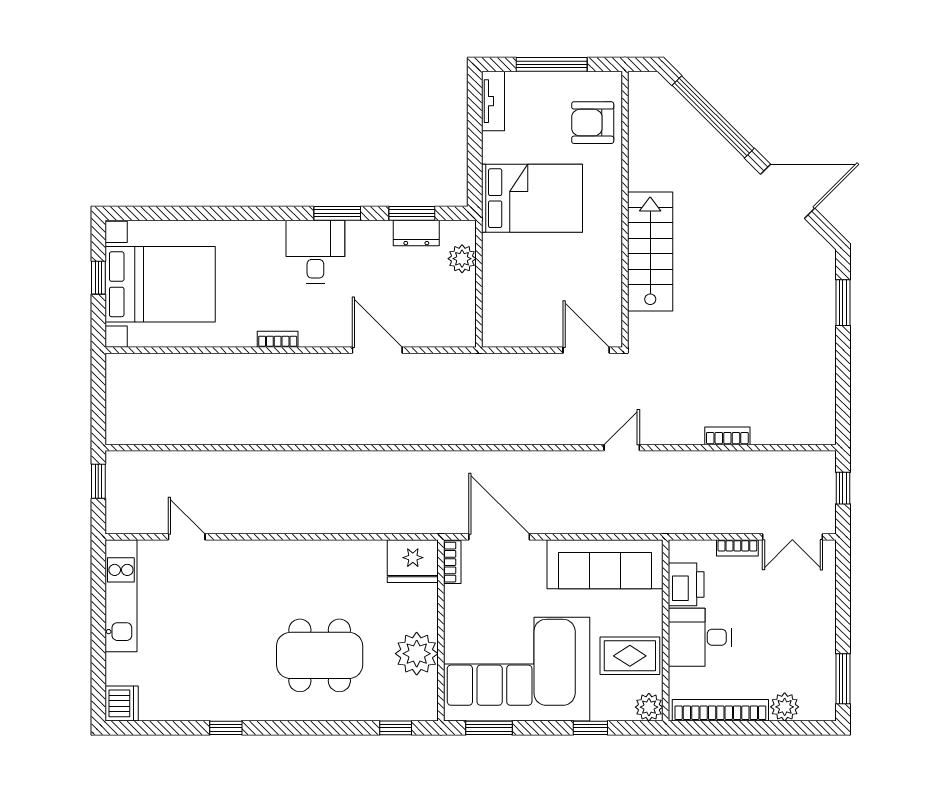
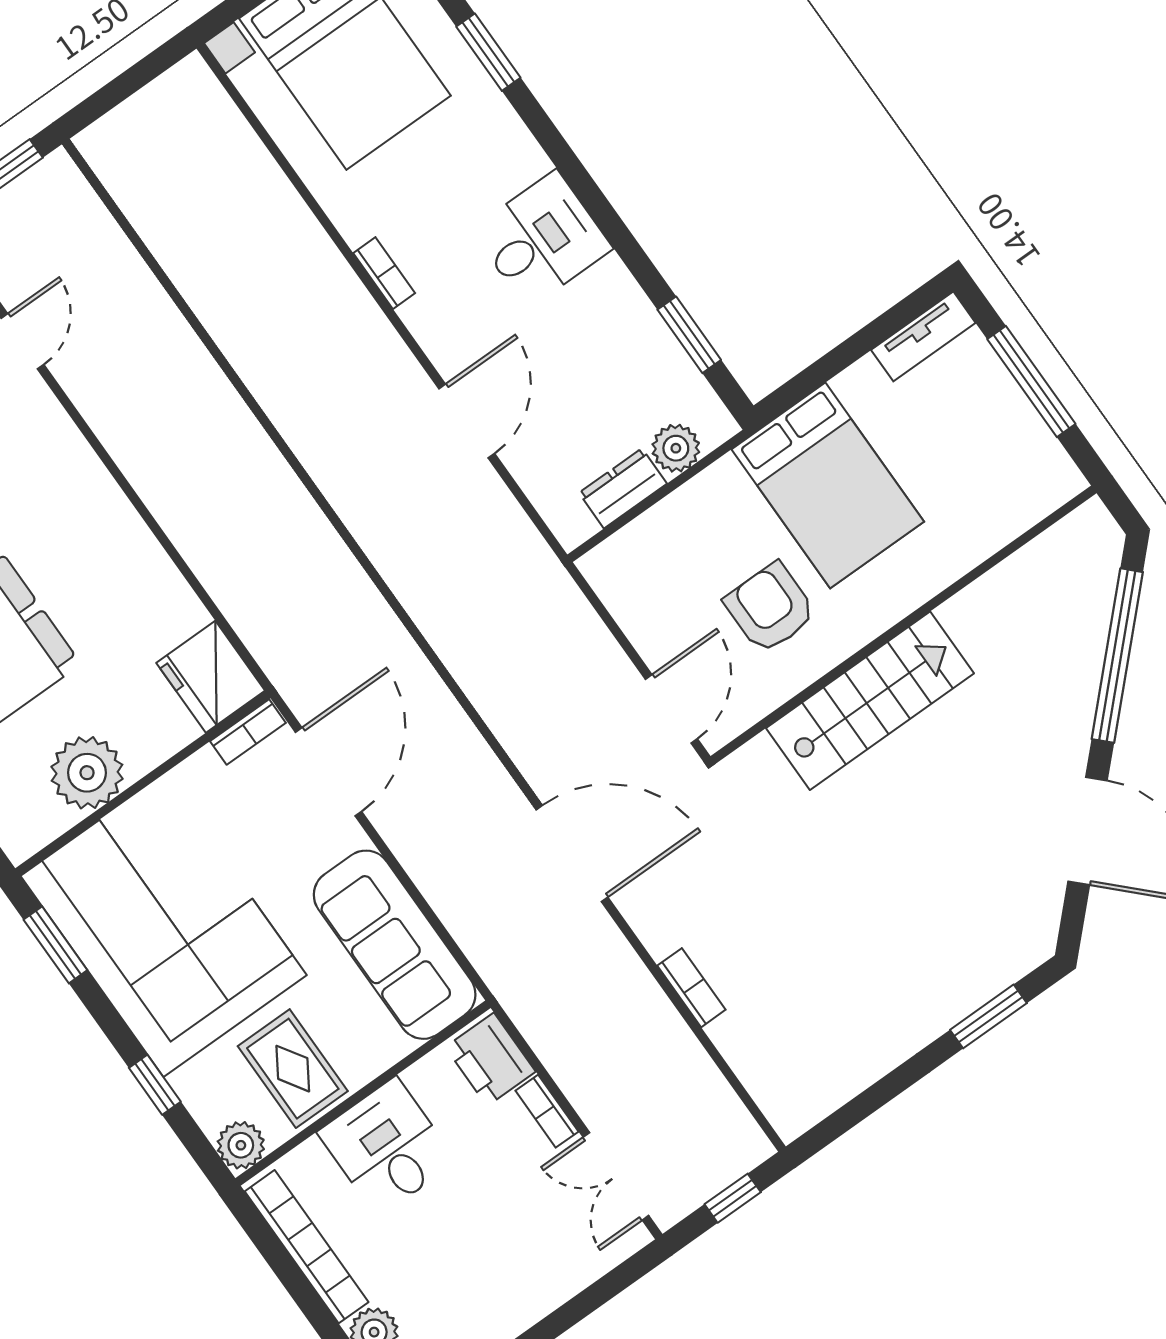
armchair: (593, 123) -> (770, 608), moved
window: (337, 213) -> (488, 52), moved
dresser: (416, 233) -> (623, 488), moved, turned 90
door: (622, 448) -> (572, 854), width x1.88
printer: (686, 584) -> (490, 1059), moved, turned 90

